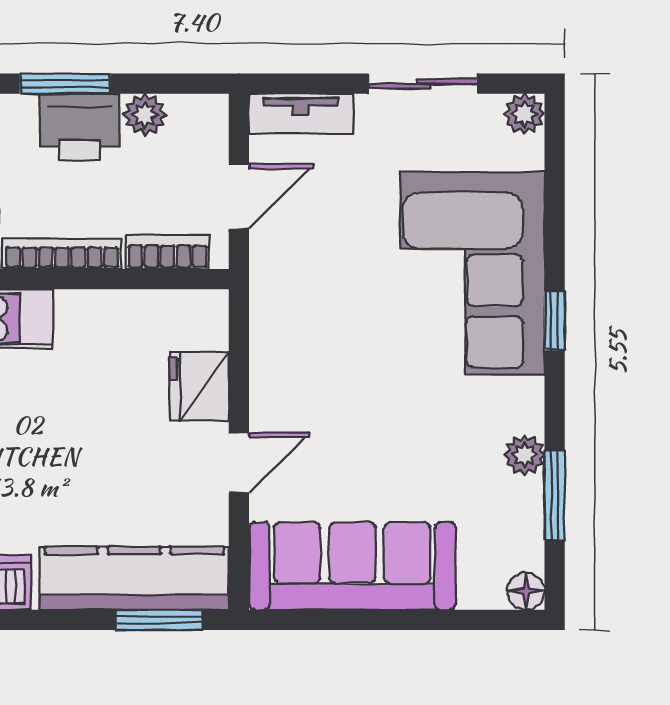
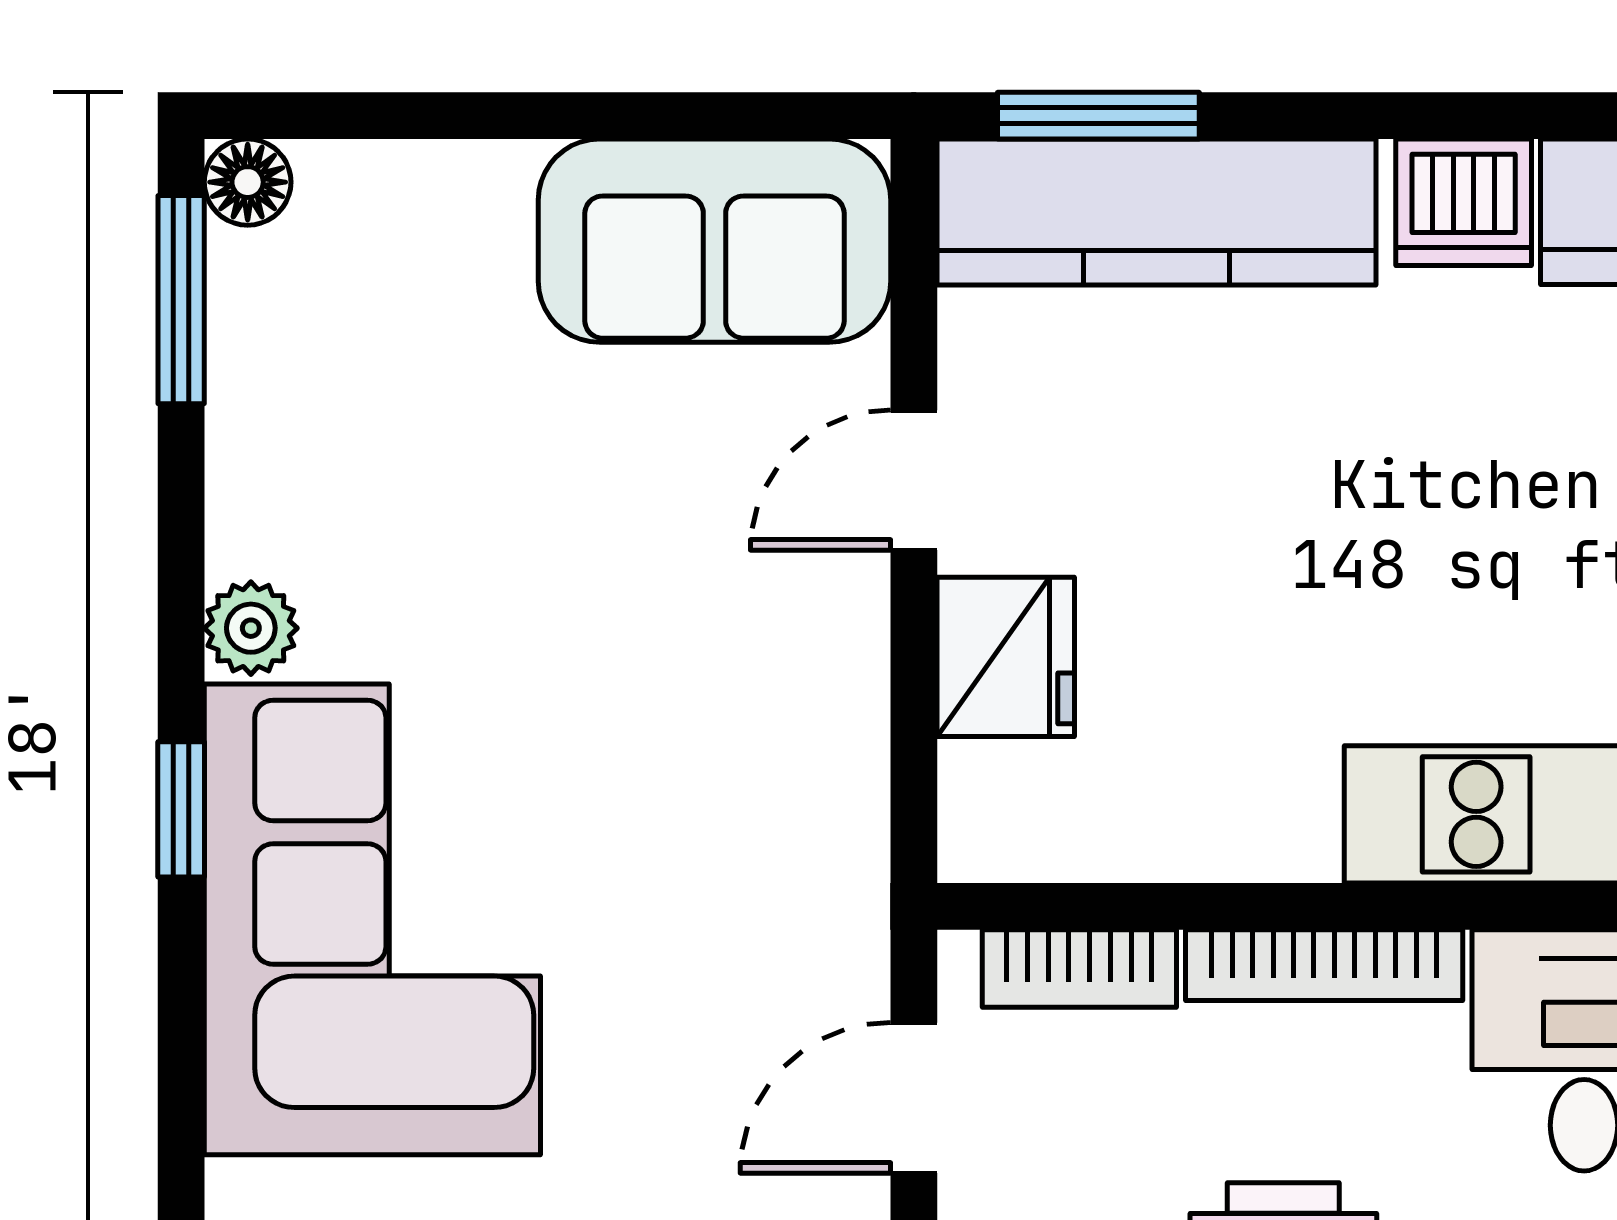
plant: (525, 455) -> (251, 628), moved
window: (555, 496) -> (181, 300), moved
sofa: (352, 566) -> (714, 241), width x0.73

